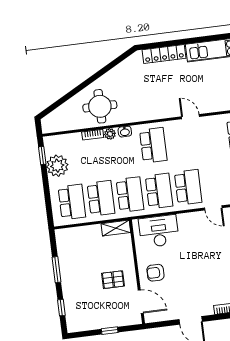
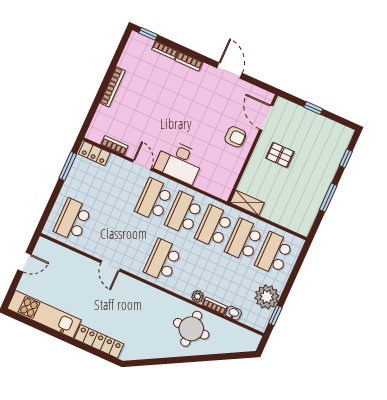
washbasin: (125, 132) -> (234, 313), moved
desk: (159, 231) -> (179, 162), moved

